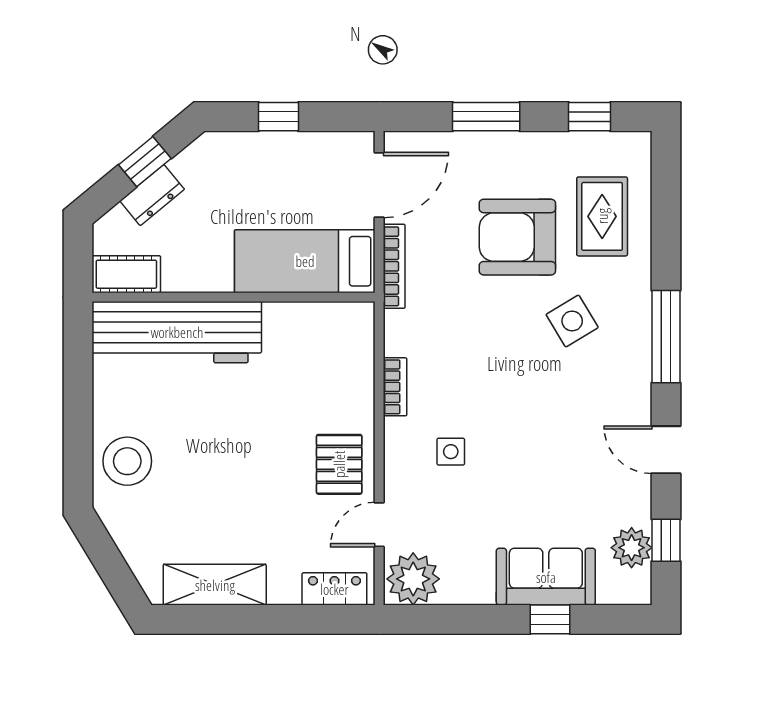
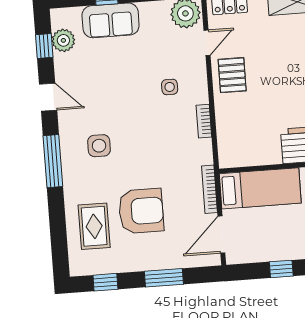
side table: (572, 321) -> (99, 146), moved, turned 31

